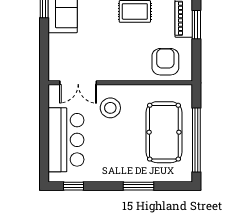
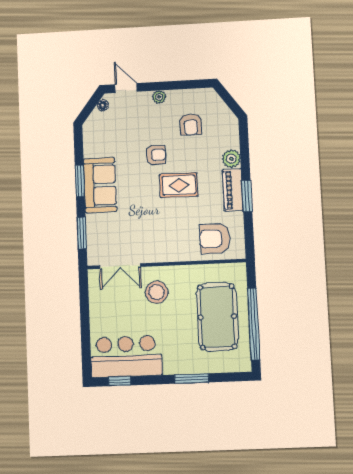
window: (44, 51) -> (82, 233), added
armchair: (165, 62) -> (215, 239), turned -90
bar counter: (66, 140) -> (126, 356), moved, turned -90

